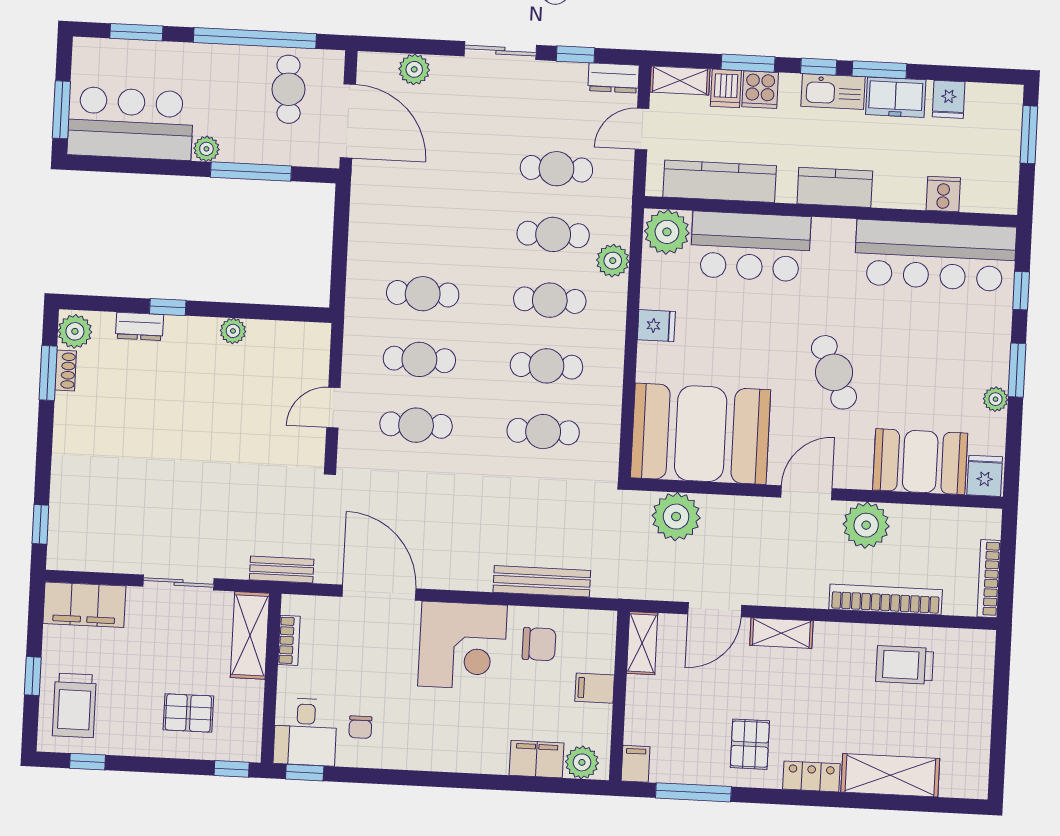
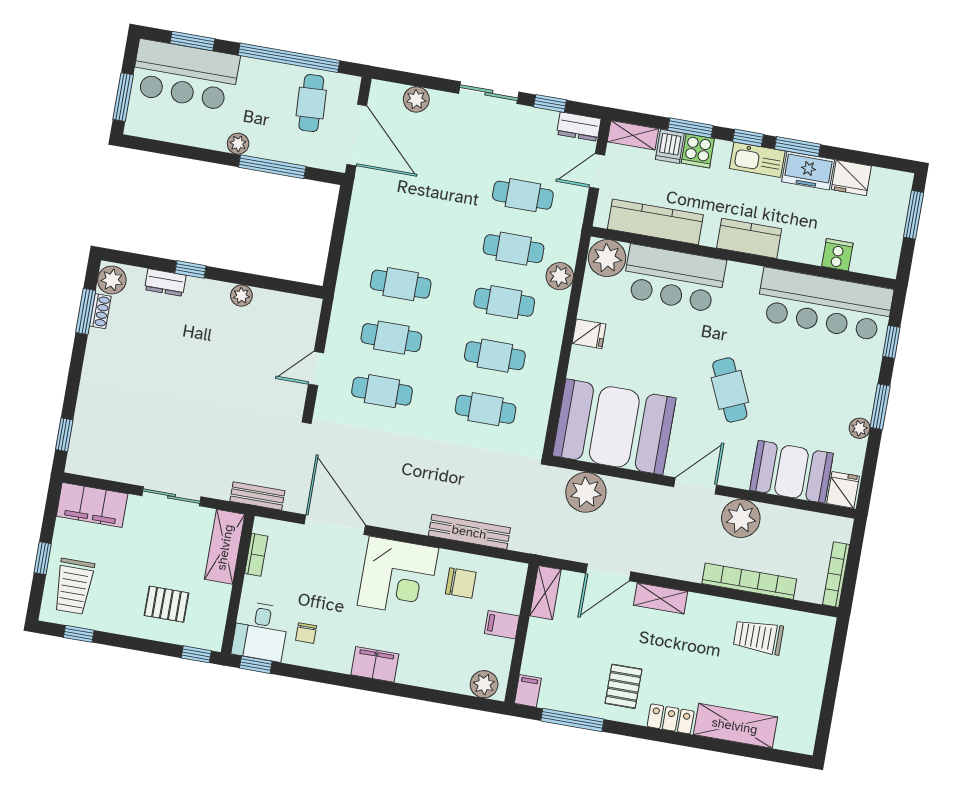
fridge: (949, 99) -> (851, 178), width x1.38
bar counter: (130, 123) -> (185, 75), moved, turned 180
filing cabinet: (537, 759) -> (375, 664), moved

